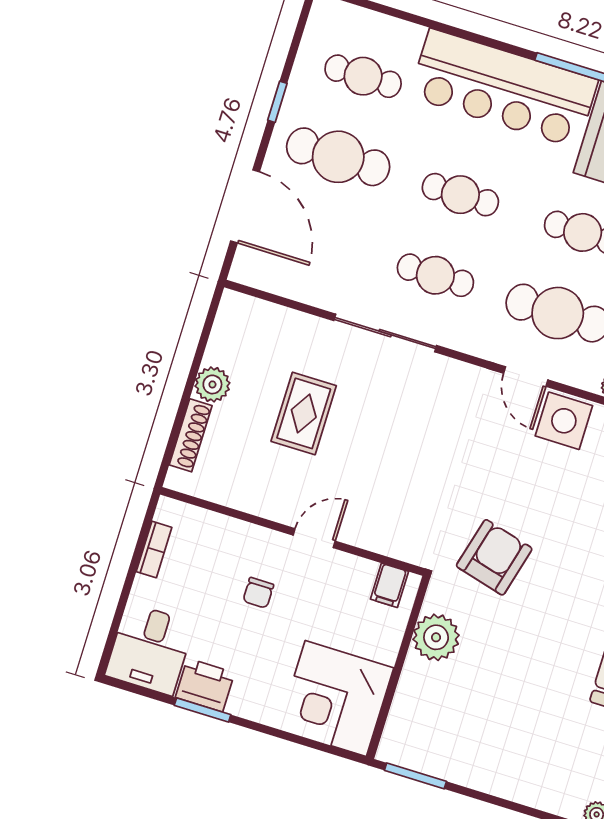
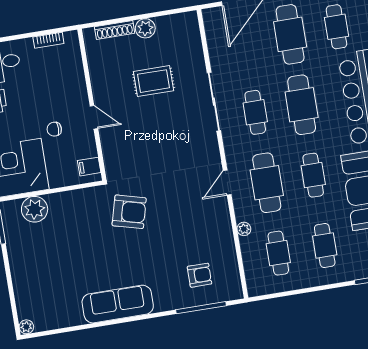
cafe table: (460, 195) -> (302, 105), width x1.37, depth x1.35
side table: (564, 421) -> (215, 213), removed
chair: (258, 593) -> (54, 129), moved
plant: (436, 637) -> (35, 209), moved

